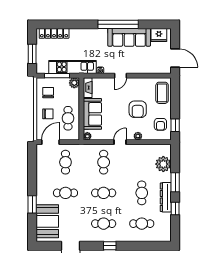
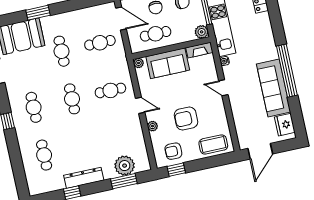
window: (175, 182) -> (124, 181), moved
cafe table: (142, 193) -> (82, 147), removed

